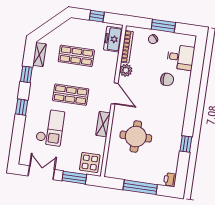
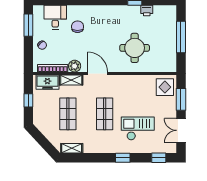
window: (163, 26) -> (28, 25), moved
window: (26, 74) -> (159, 158), moved
door: (115, 93) -> (98, 73), hinge flipped
shelving: (103, 124) -> (71, 80), moved
printer: (170, 180) -> (147, 10), moved

